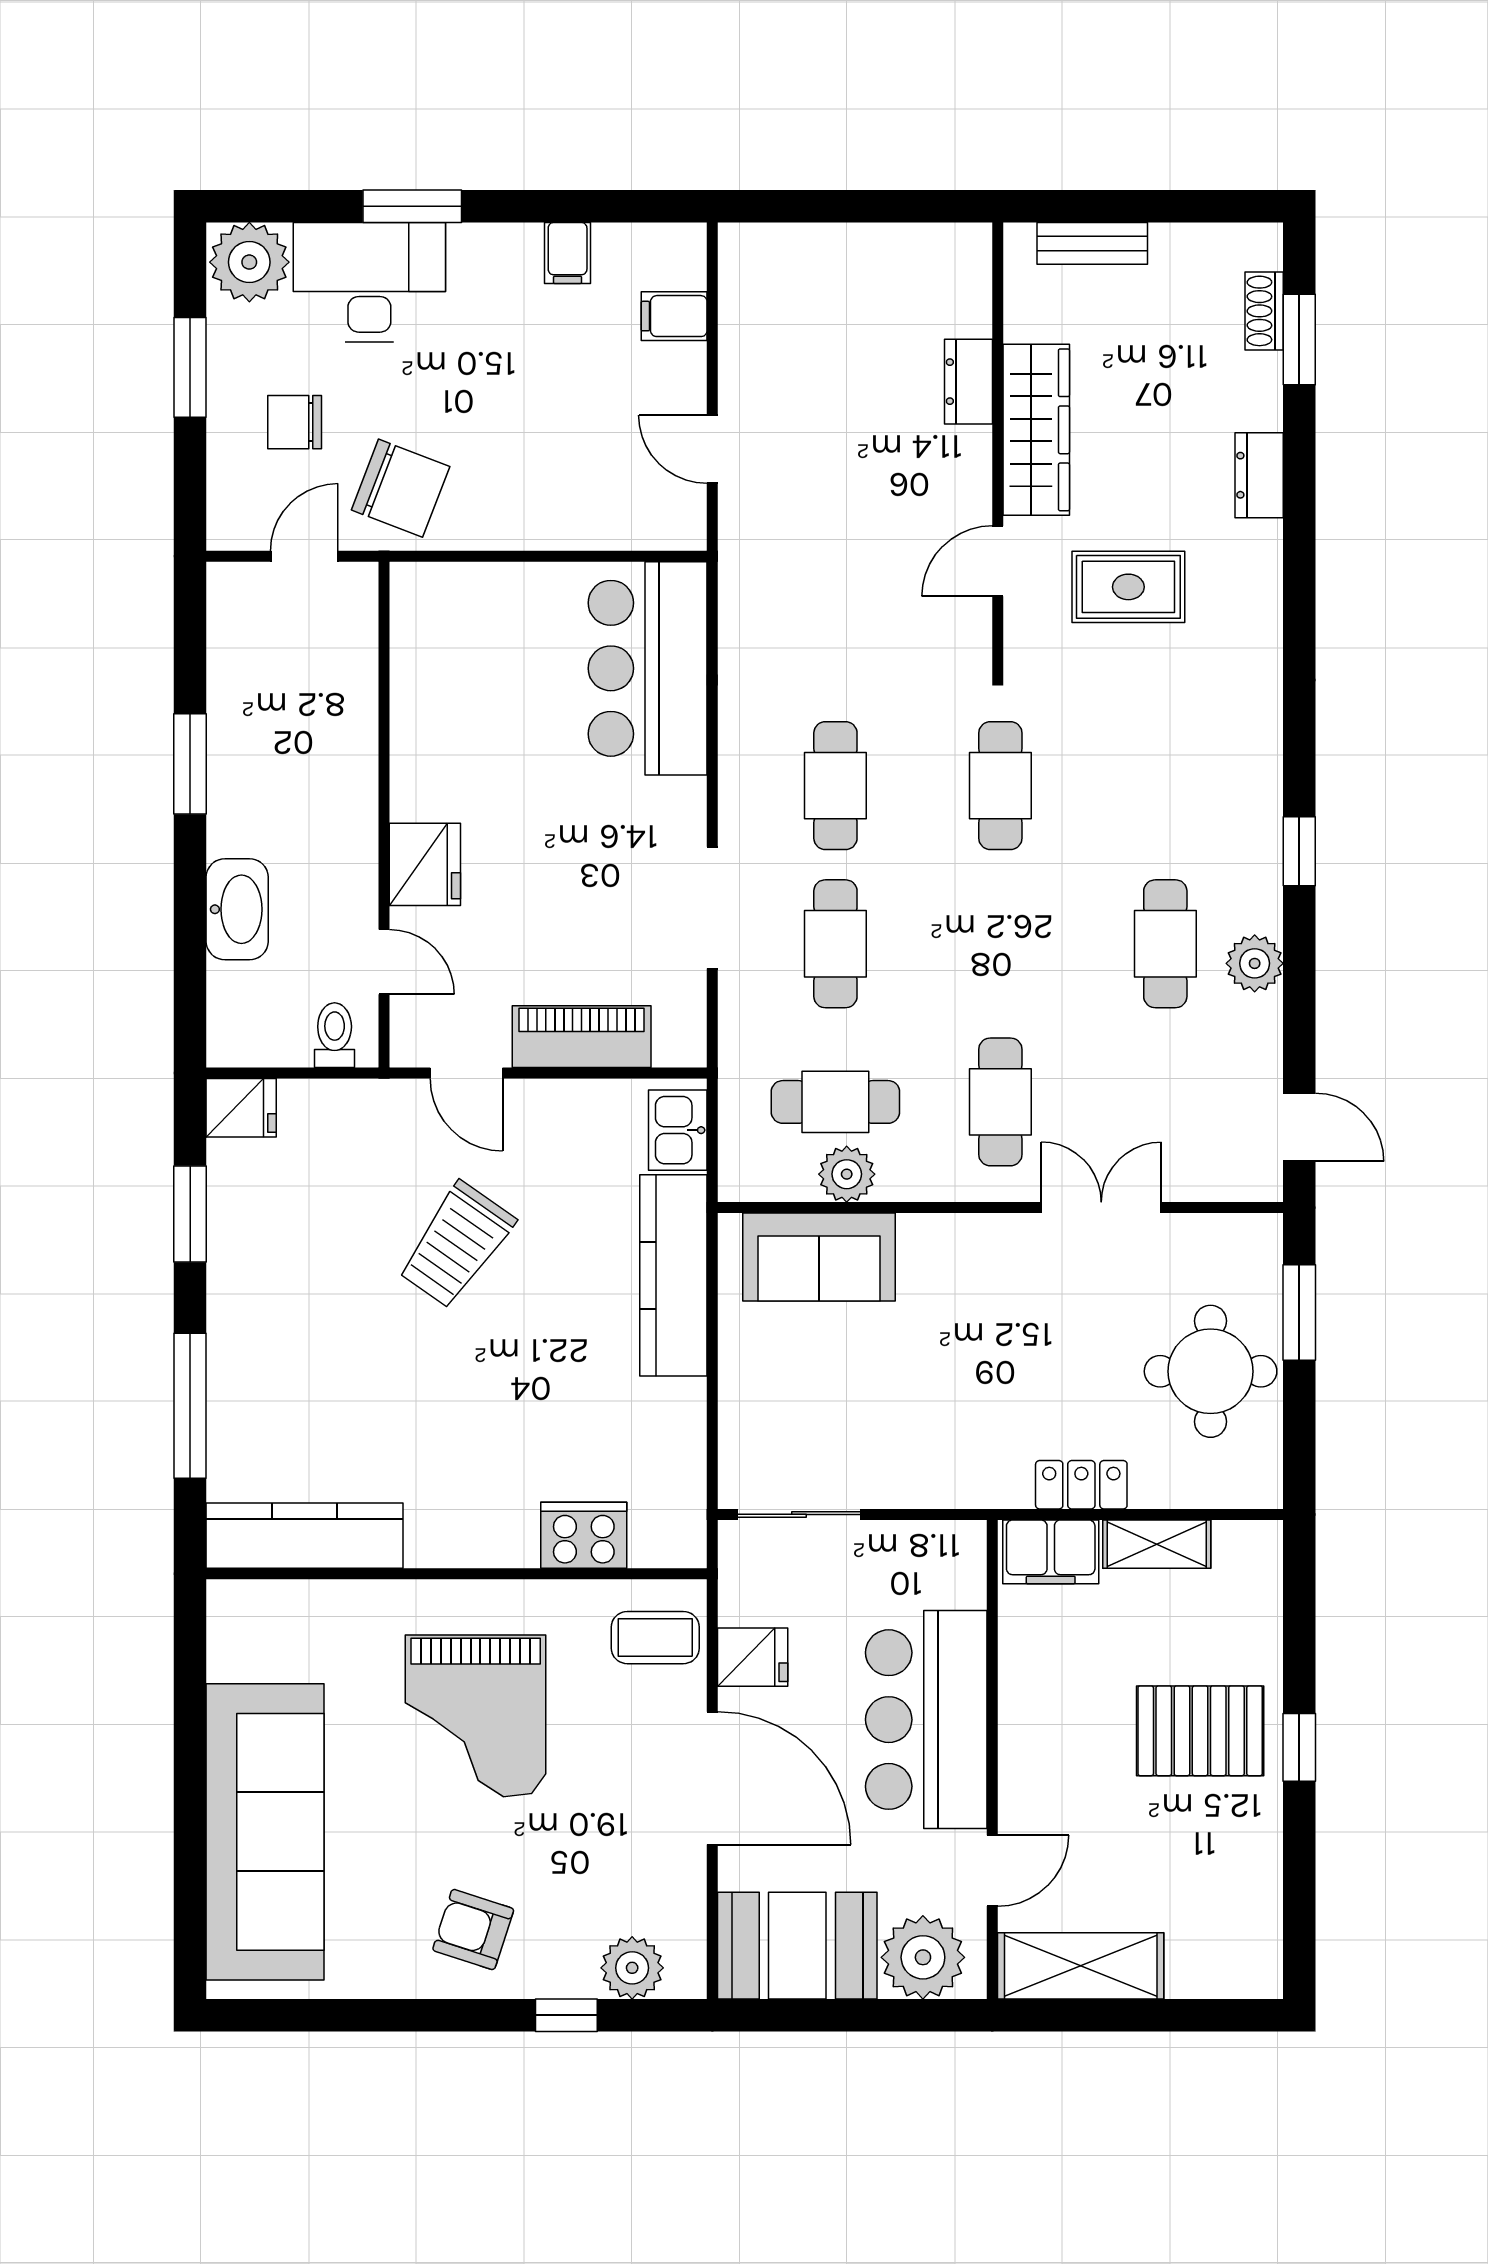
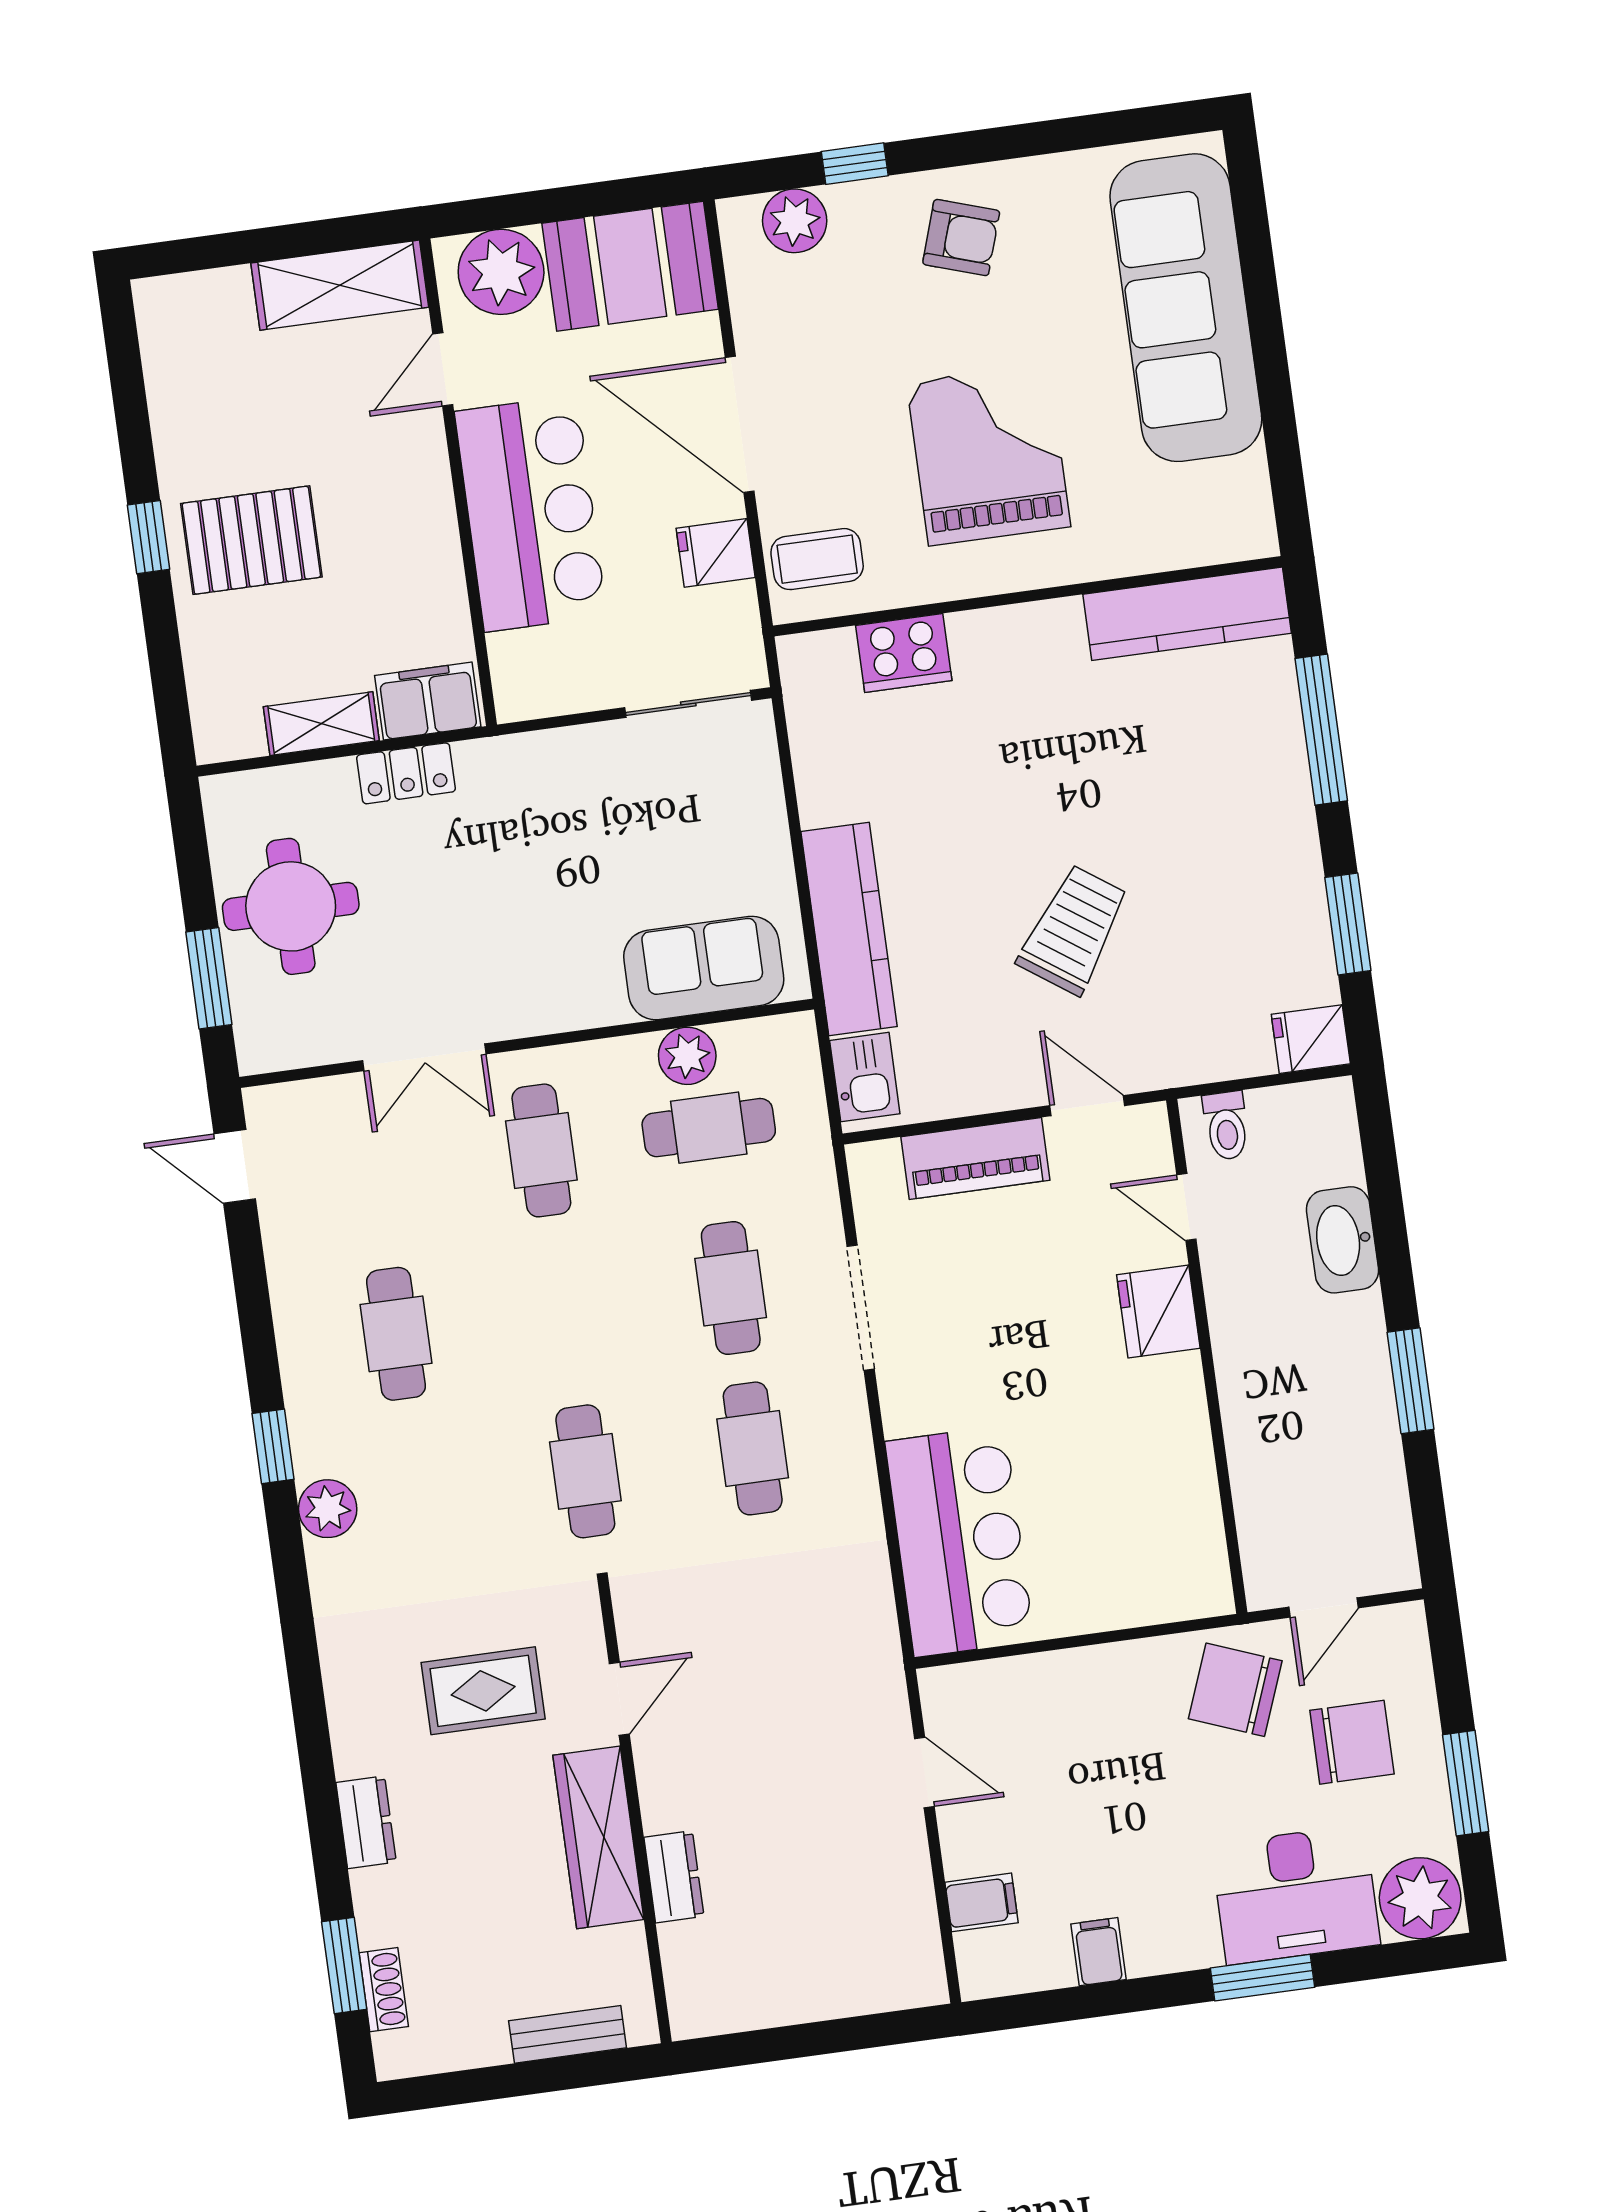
chair: (295, 422) -> (1352, 1742), width x1.37, depth x1.37
plant: (1255, 963) -> (328, 1509), moved

